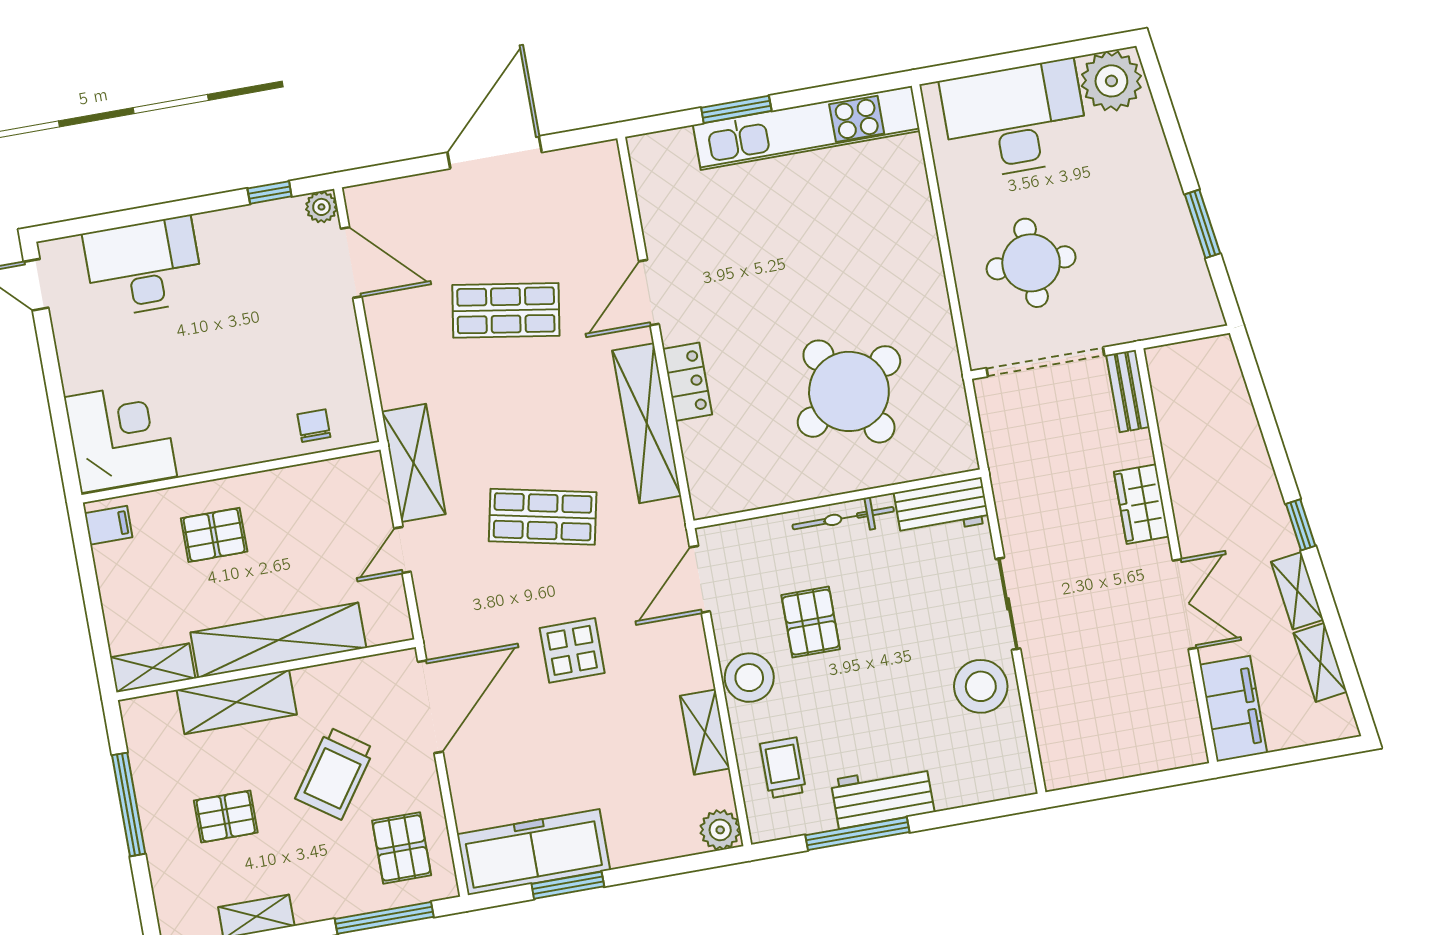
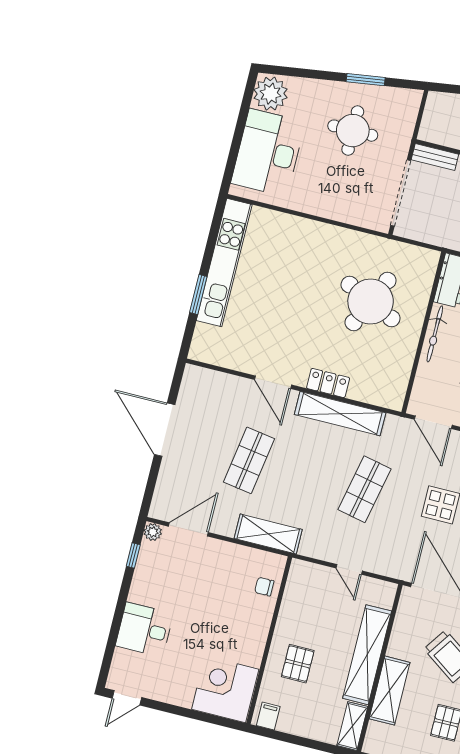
round table: (1031, 263) -> (353, 131), moved
desk: (144, 267) -> (145, 630), width x0.73
round table: (849, 391) -> (371, 302), turned -35
shelving: (414, 463) -> (268, 534), moved

